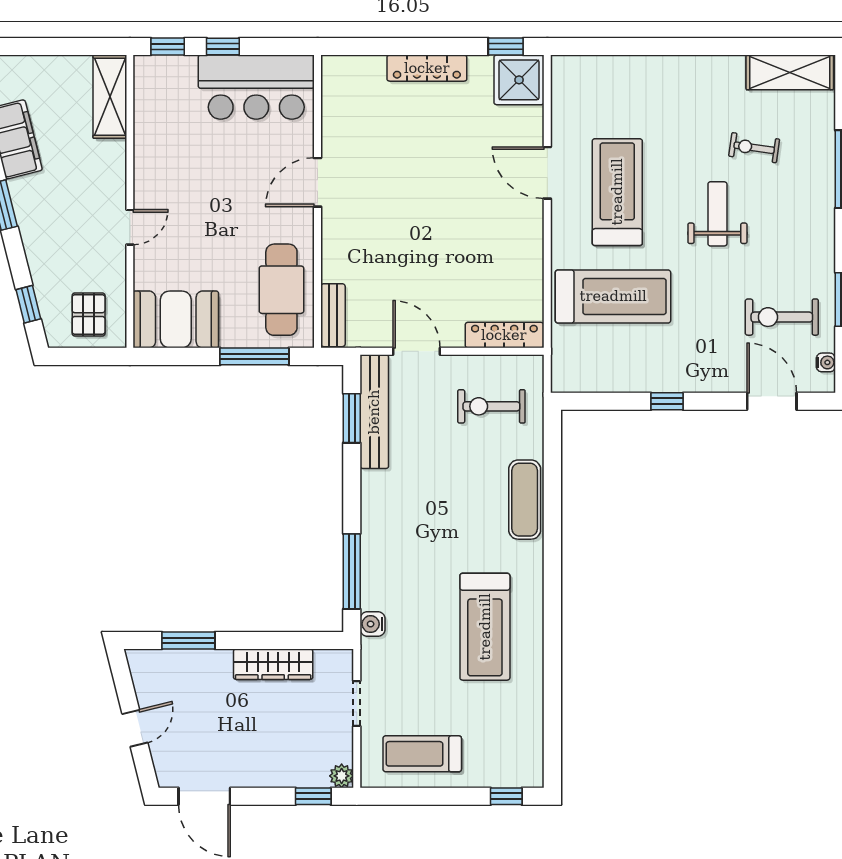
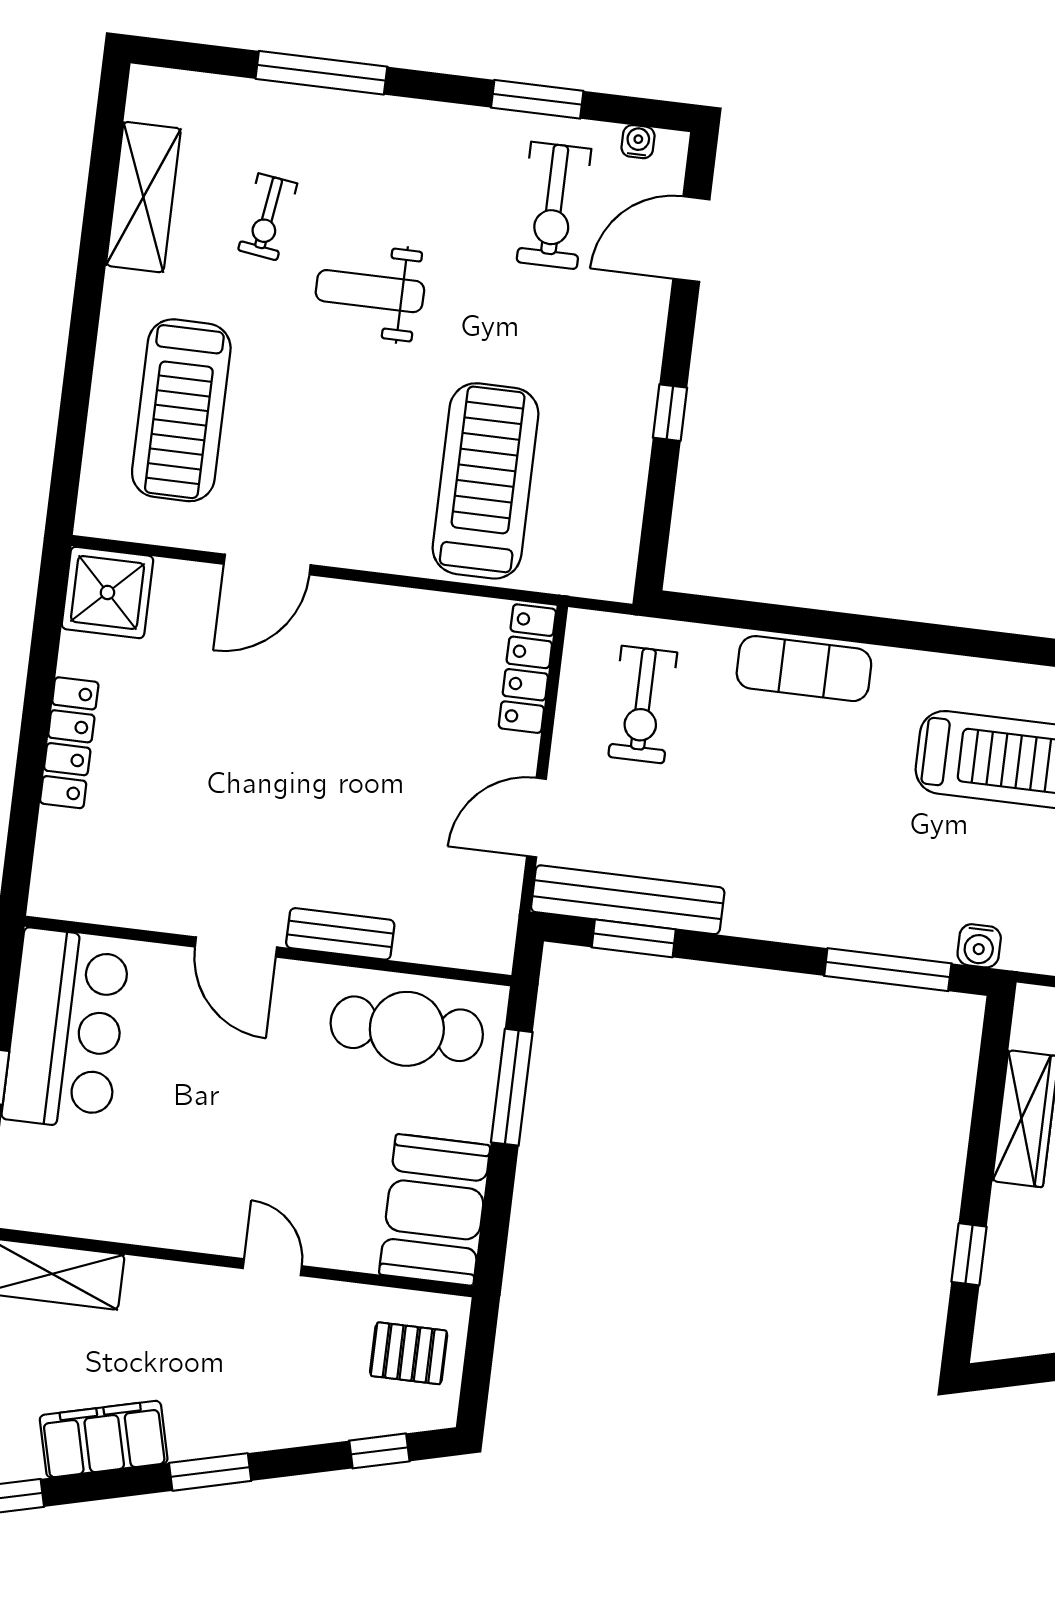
window: (506, 47) -> (50, 608), removed
shelving: (790, 72) -> (143, 197), moved
treadmill: (617, 192) -> (181, 410), moved, turned -90
bench: (333, 315) -> (340, 934), moved
window: (188, 640) -> (969, 1254), width x0.67

